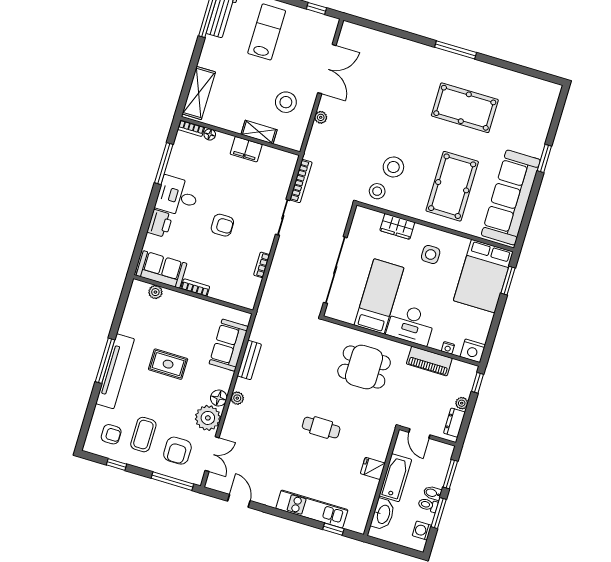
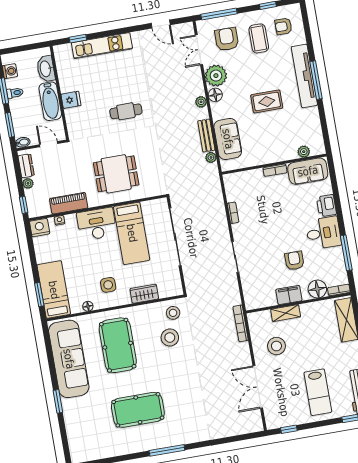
plant: (321, 117) -> (211, 157), moved
floor lamp: (210, 134) -> (317, 289), width x1.89, depth x1.89
bookcase: (301, 181) -> (241, 323), moved
armchair: (222, 225) -> (294, 261), moved, turned 90
floor lamp: (463, 243) -> (88, 306), added
bed: (483, 276) -> (54, 290), width x0.67
bidet: (432, 493) -> (23, 142), moved

